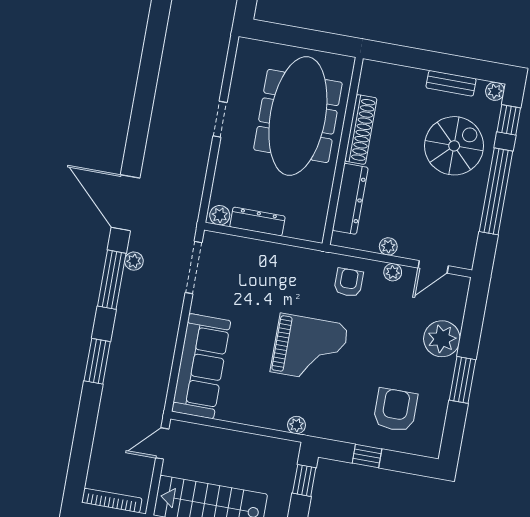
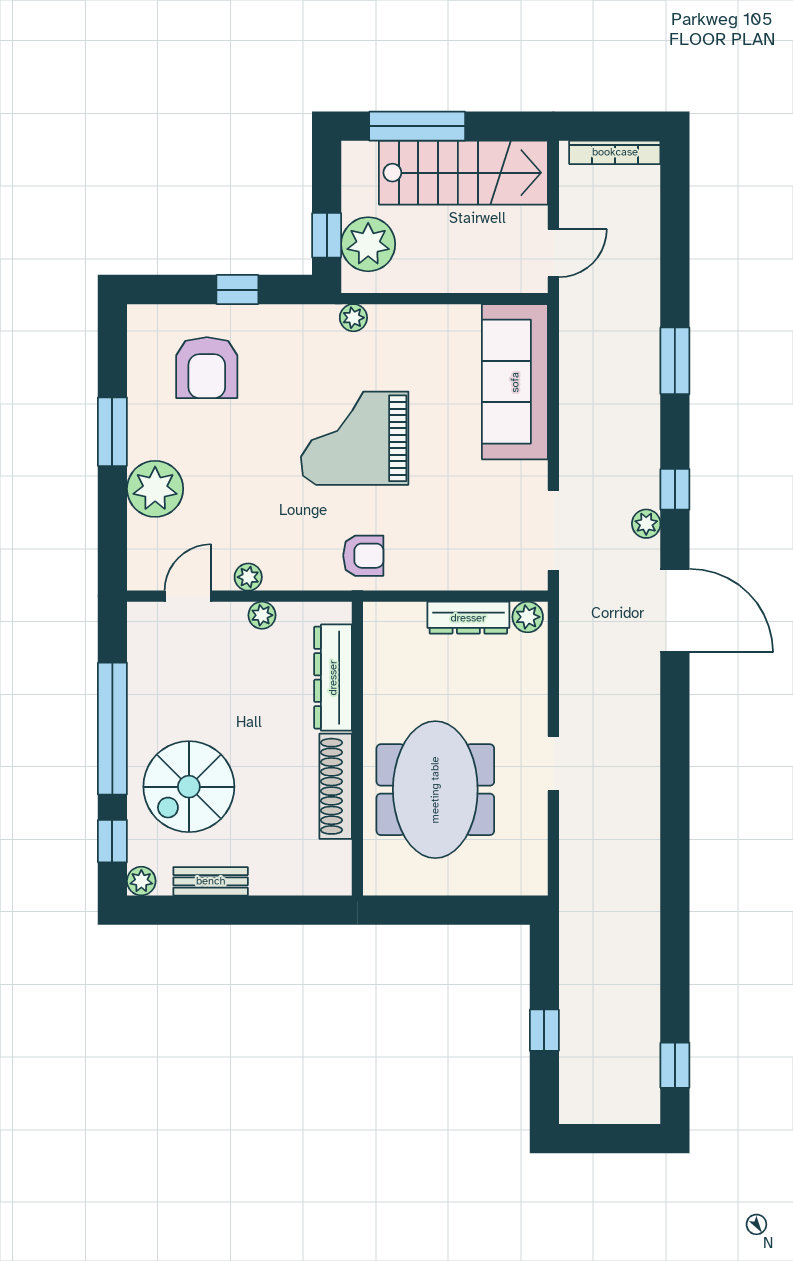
meeting table: (298, 116) -> (435, 790), width x0.73
window: (112, 280) -> (675, 489), width x0.46
armchair: (349, 282) -> (363, 556), moved, turned -90
plant: (279, 470) -> (368, 244), added

